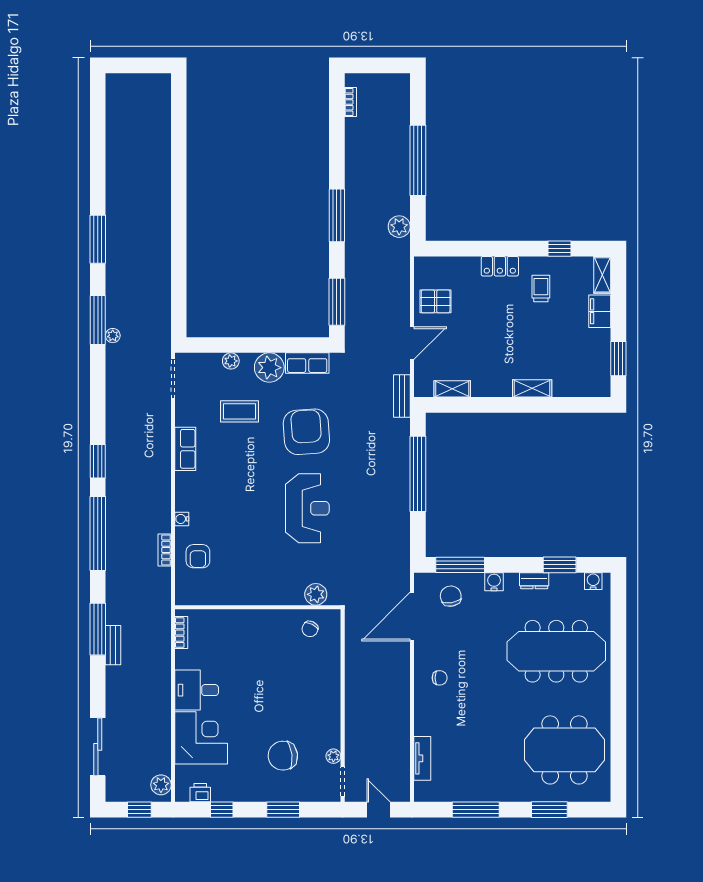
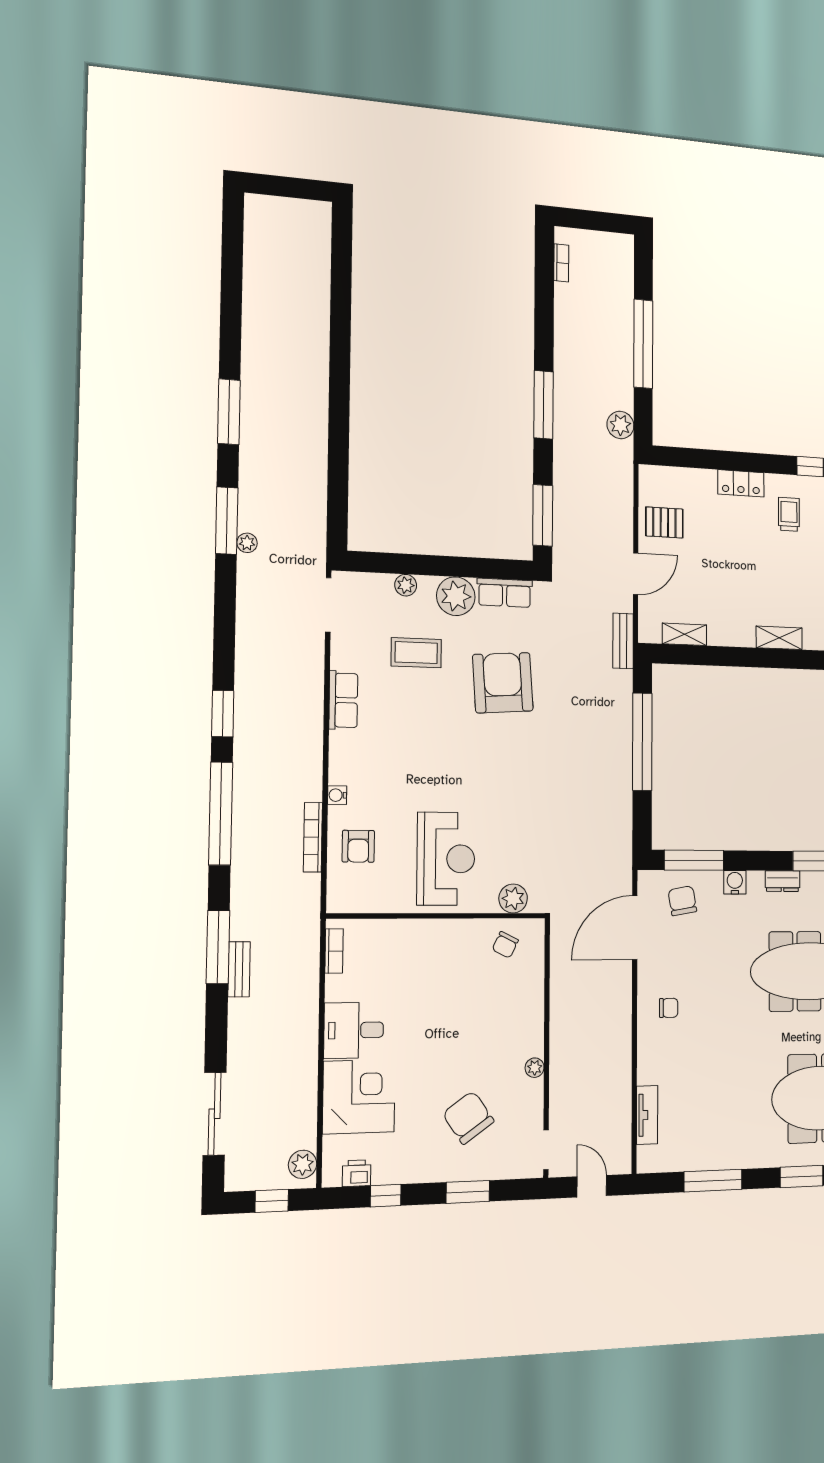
reception desk: (307, 508) -> (446, 859), moved
bookcase: (165, 550) -> (313, 837), width x1.56
chair: (283, 756) -> (468, 1118), turned 62
plant: (333, 756) -> (535, 1068), moved

